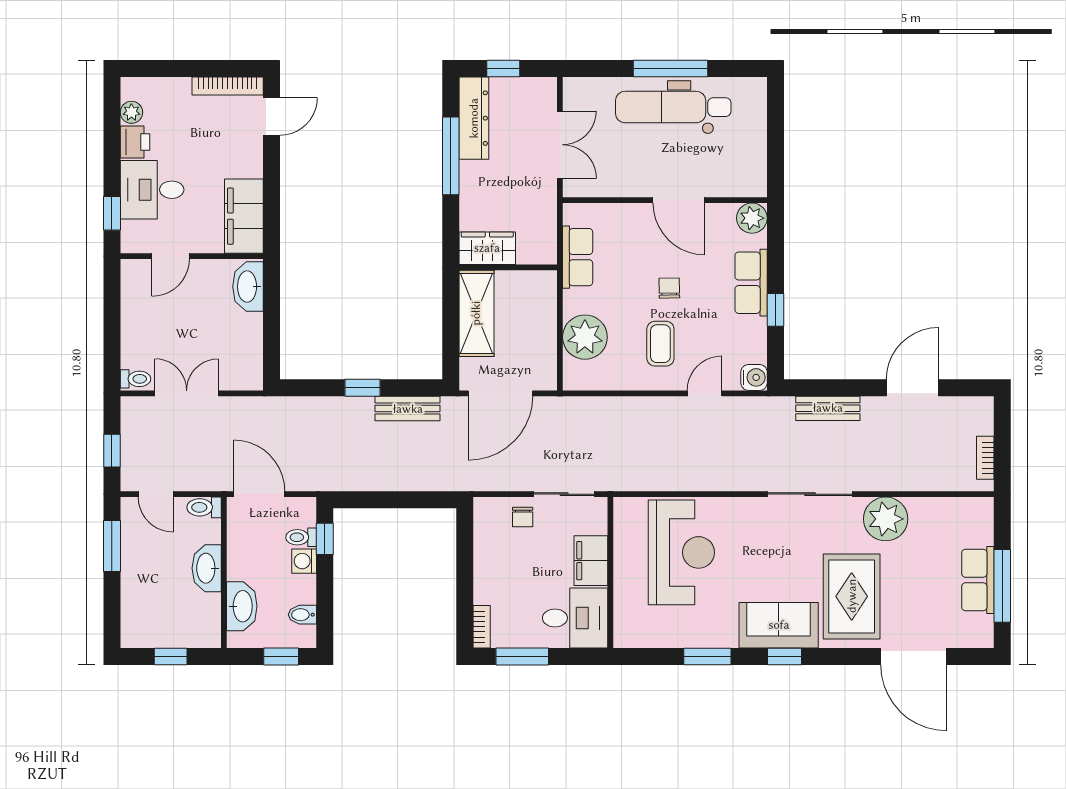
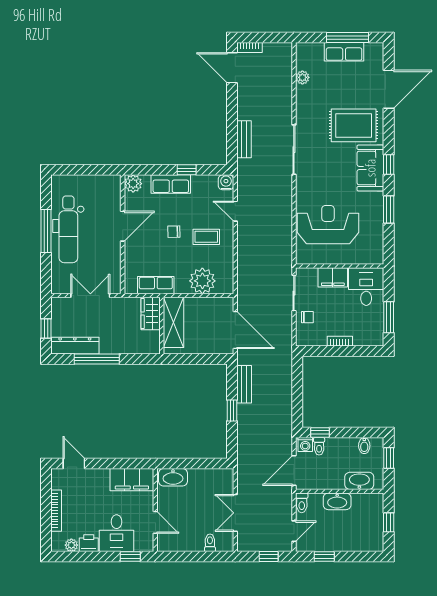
bookcase: (228, 86) -> (56, 511), moved
wardrobe: (487, 248) -> (151, 313), moved
shelving: (476, 313) -> (174, 322), moved, turned 90
toilet: (135, 379) -> (210, 543), moved
door: (912, 388) -> (232, 68), moved
bookcase: (985, 458) -> (249, 48), moved
plant: (886, 519) -> (302, 77), moved, width x0.53, depth x0.53
window: (112, 546) -> (324, 557), width x0.67
washing machine: (304, 561) -> (305, 445), moved
bookcase: (482, 627) -> (340, 341), moved

